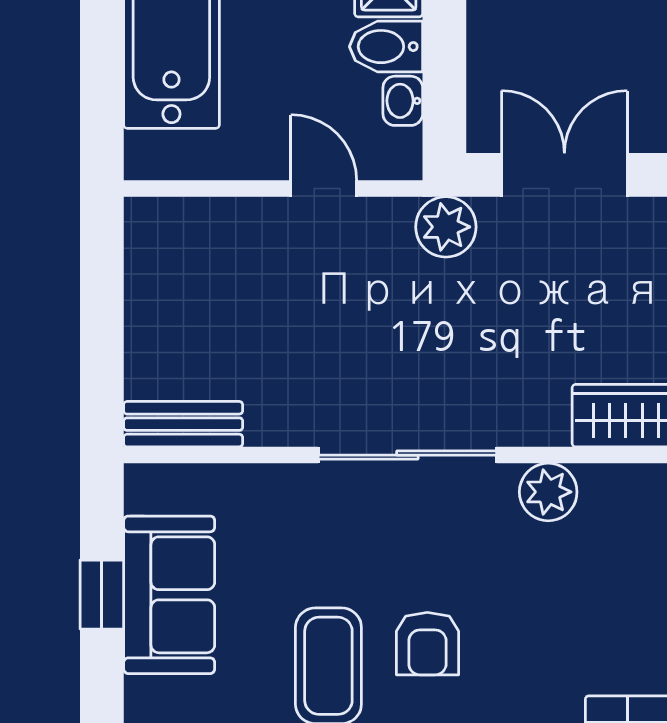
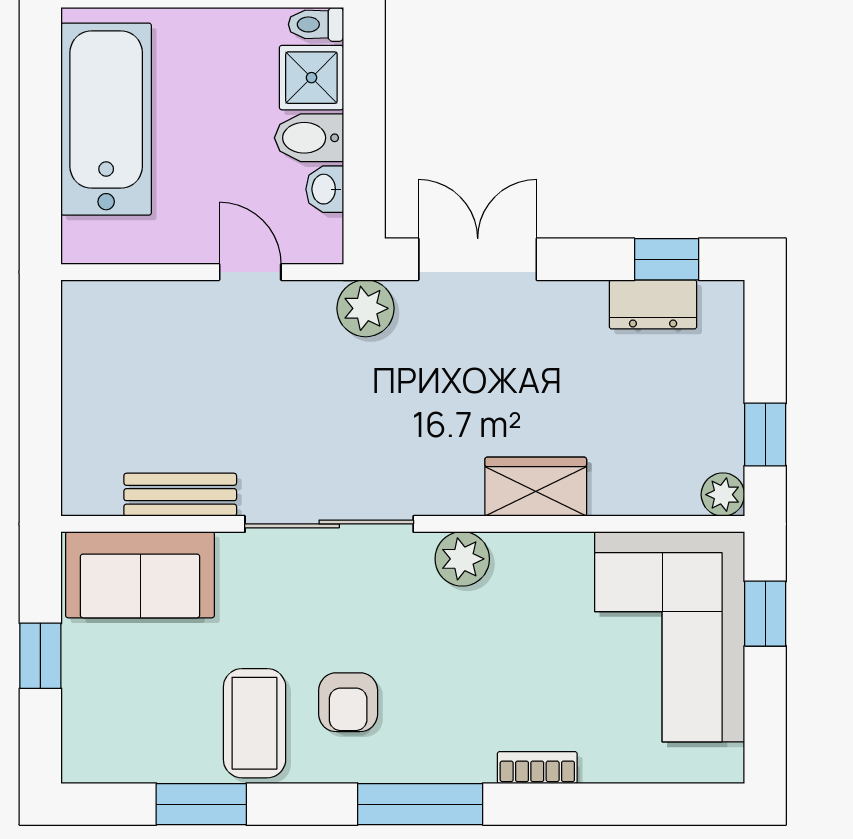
bench: (183, 424) -> (180, 495), moved
sofa: (169, 595) -> (140, 575), moved, turned 90

